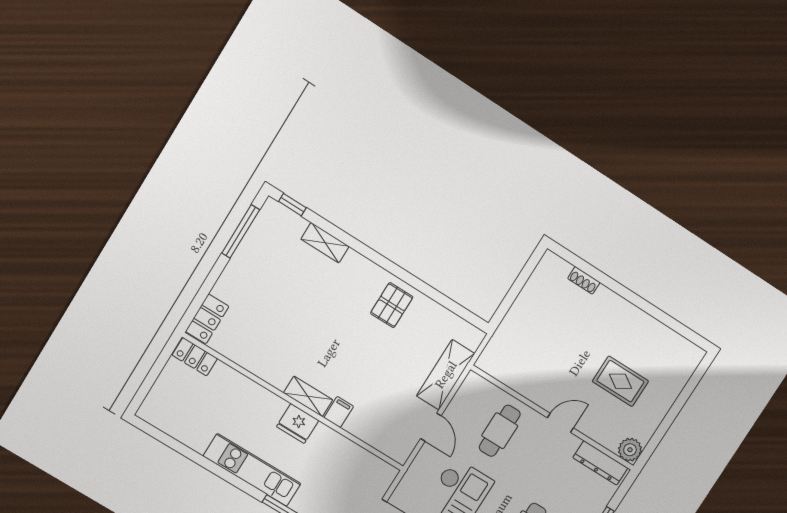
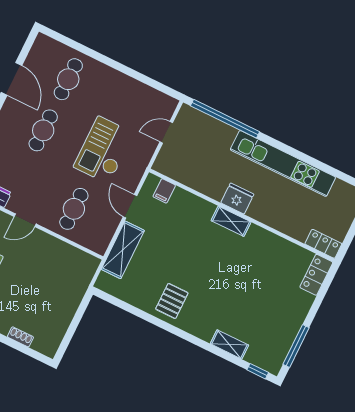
filing cabinet: (339, 412) -> (164, 191), moved
kitchen unit: (252, 470) -> (283, 163), width x1.36

